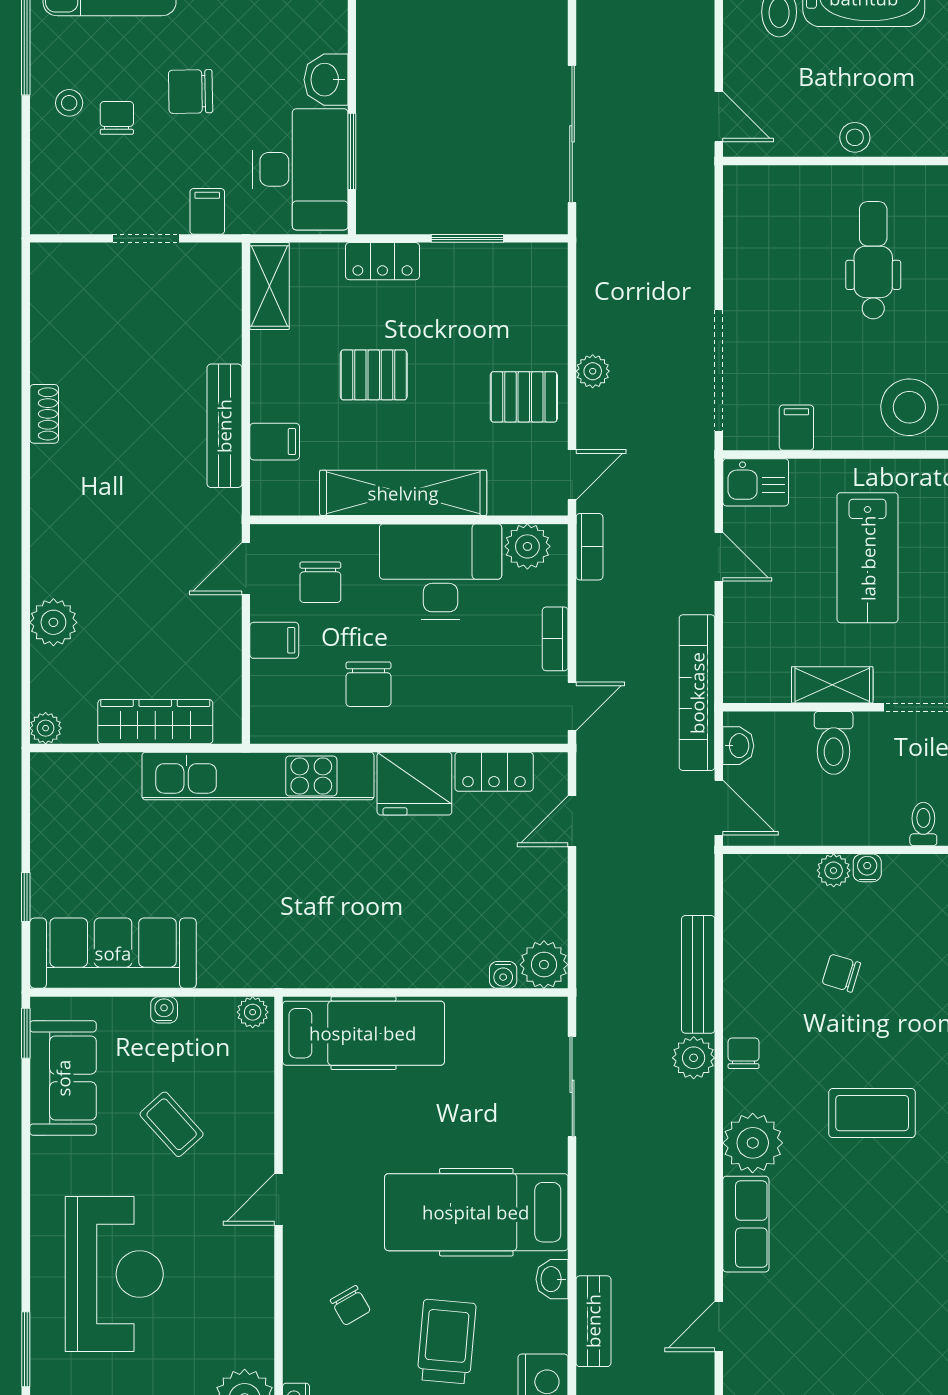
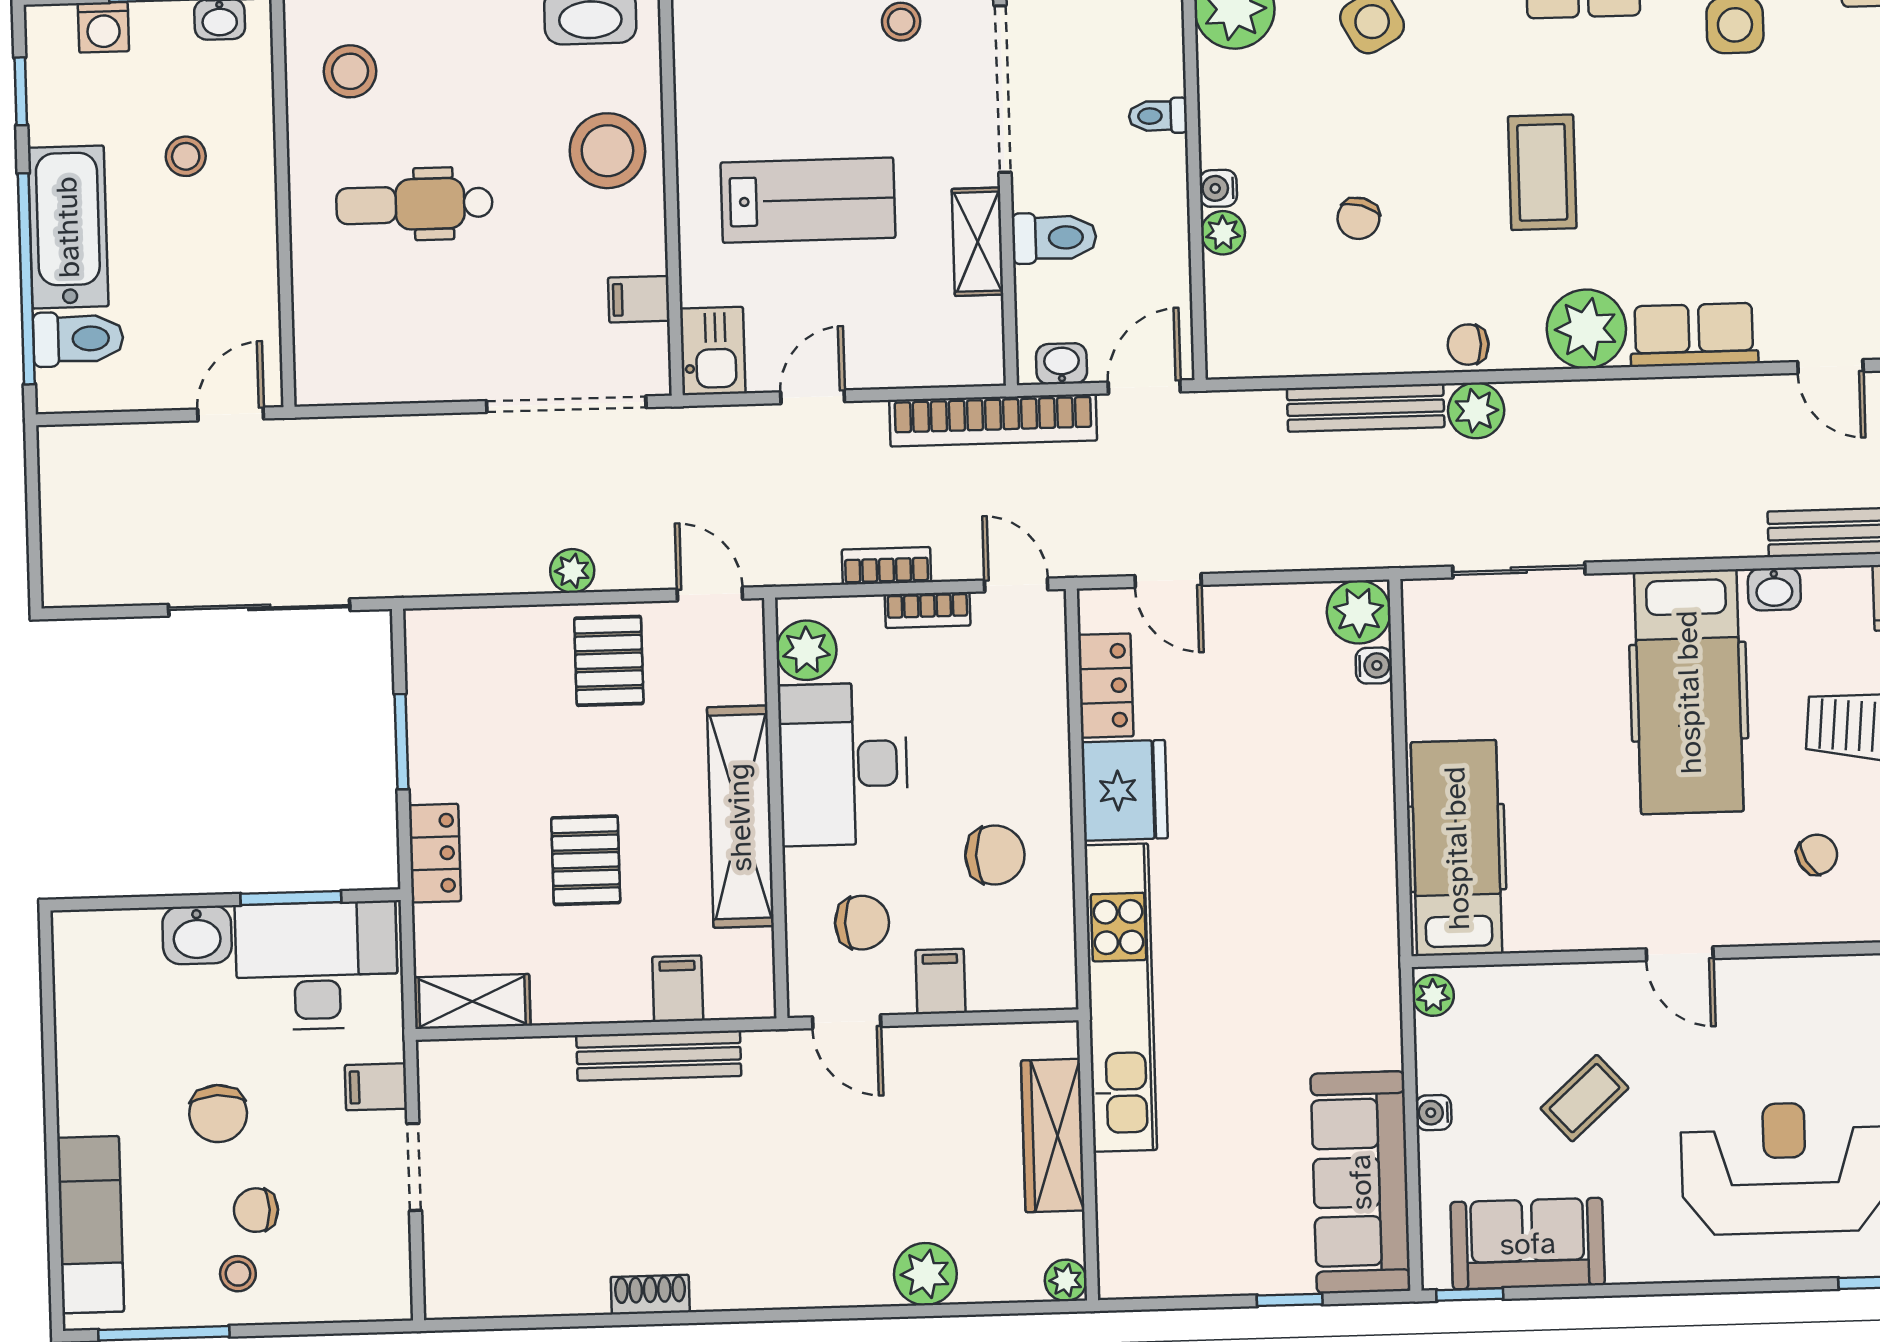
stool: (855, 137) -> (186, 156), moved
bookcase: (589, 547) -> (886, 566), moved

